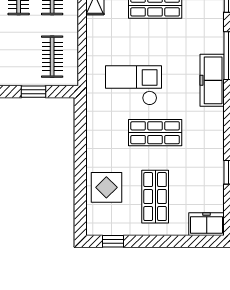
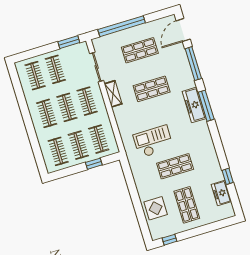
clothes rail: (19, 57) -> (78, 145), added
freezer: (212, 80) -> (194, 105), moved
freezer: (207, 224) -> (221, 193), moved, turned -90

